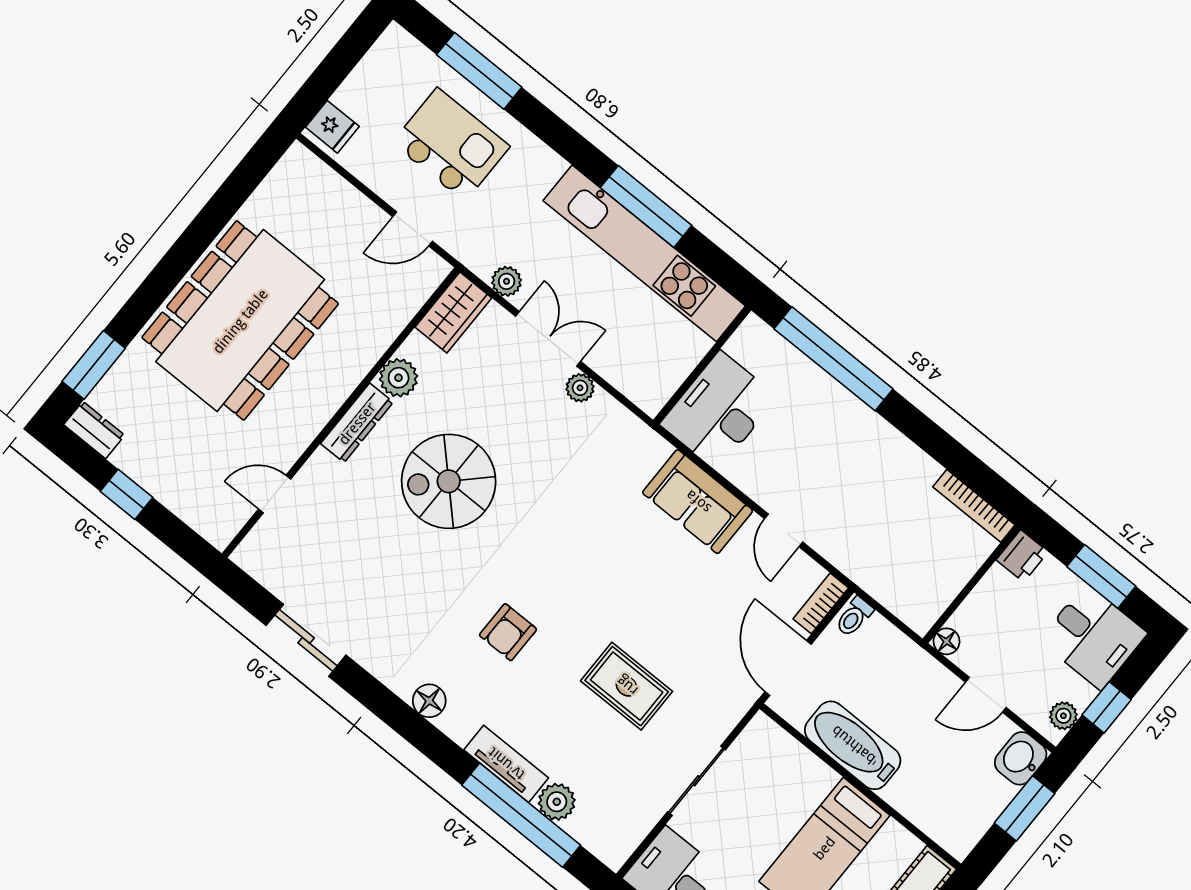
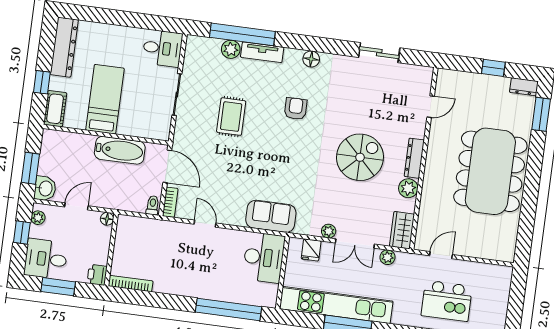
fridge: (332, 127) -> (311, 250), moved, turned -90
sofa: (698, 502) -> (271, 216), moved
rug: (627, 686) -> (231, 117), turned 90

